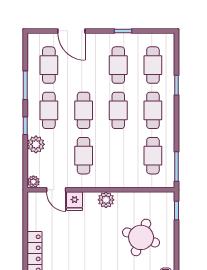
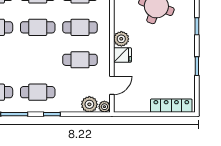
cafe table: (84, 110) -> (80, 27), moved
plant: (36, 144) -> (89, 104), moved
fridge: (75, 201) -> (122, 55), moved

